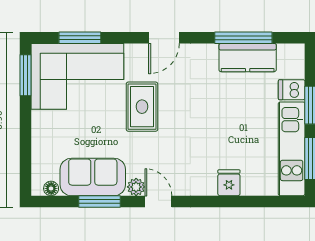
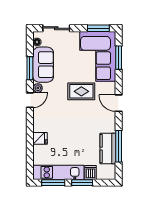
sliding door: (26, 153) -> (56, 28), added

